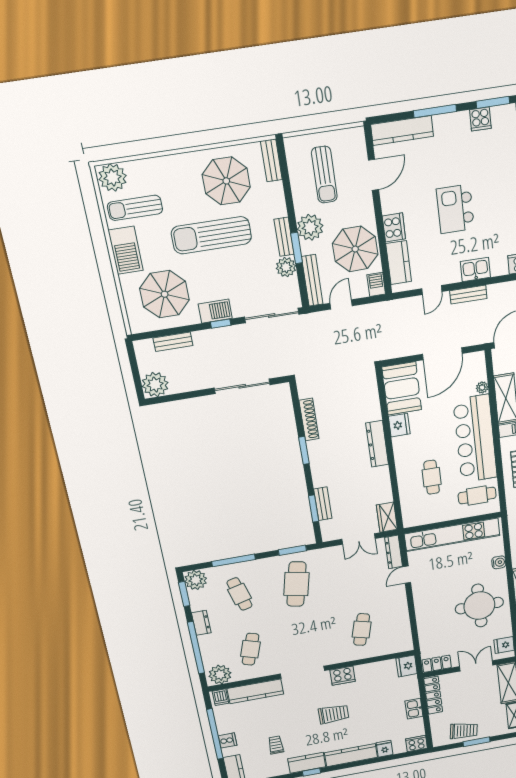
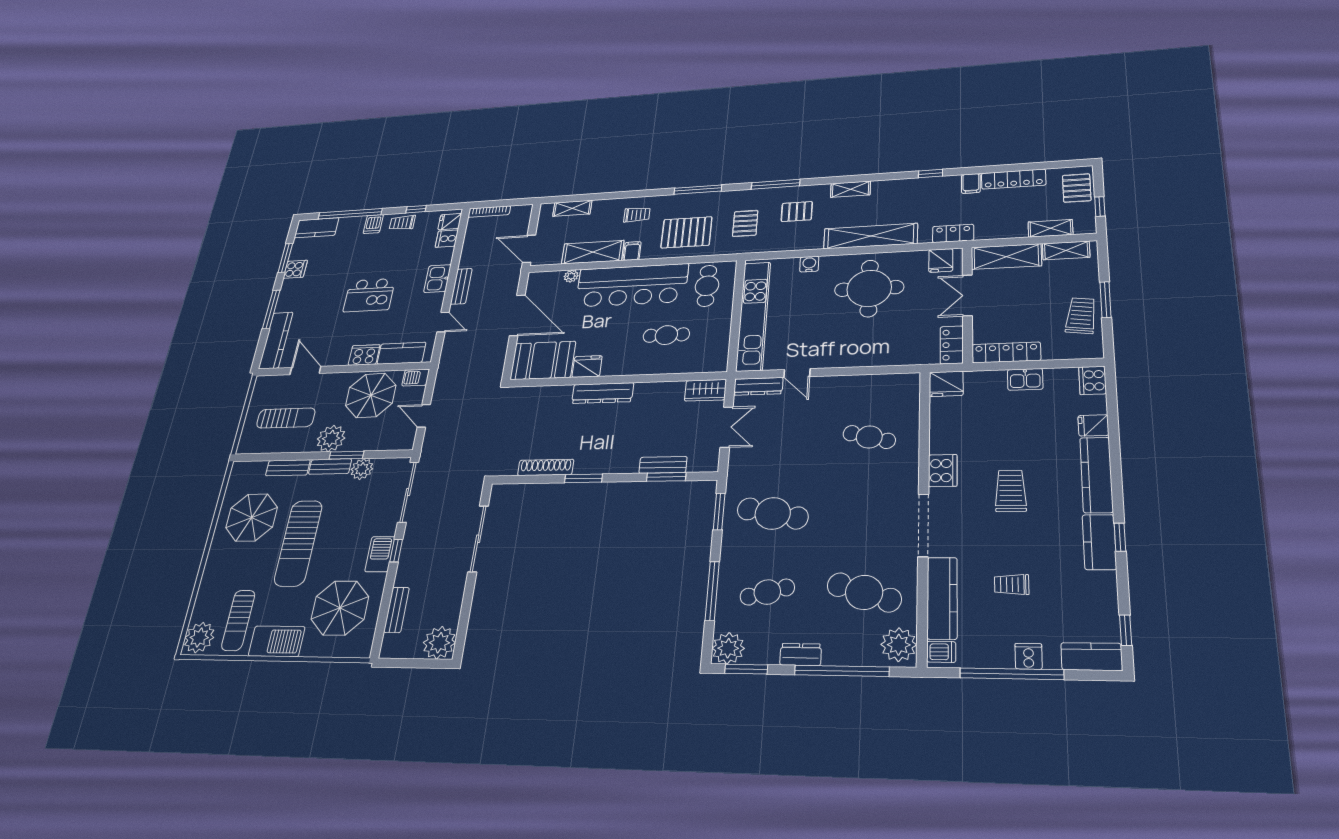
bench: (271, 160) -> (288, 468), moved
bench: (312, 280) -> (386, 443), removed
cafe table: (250, 649) -> (864, 592), width x1.37, depth x1.35
trolley: (276, 745) -> (1012, 585), moved

